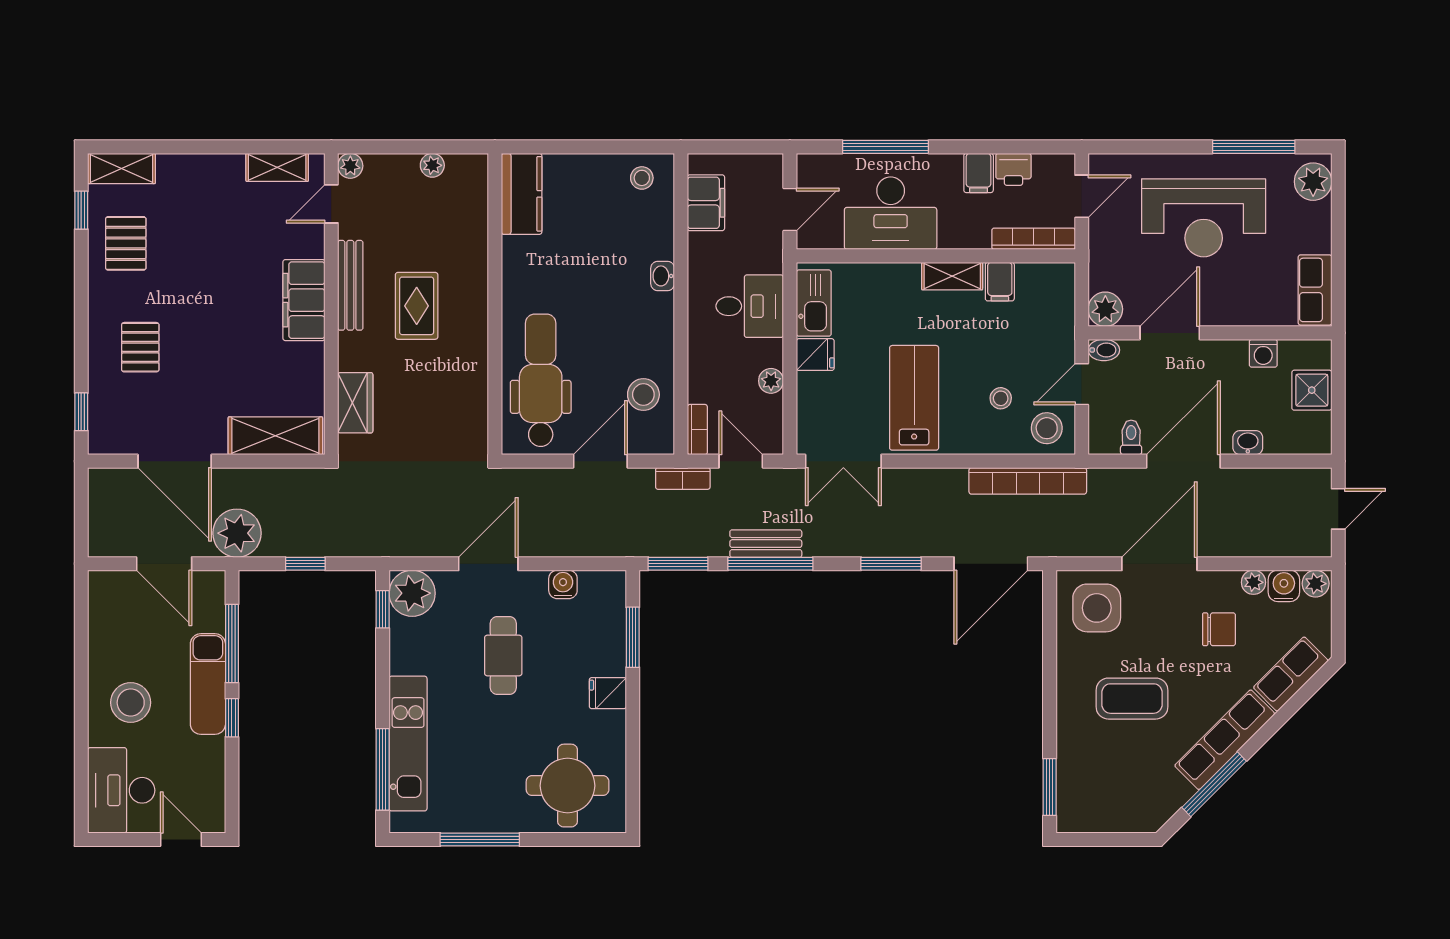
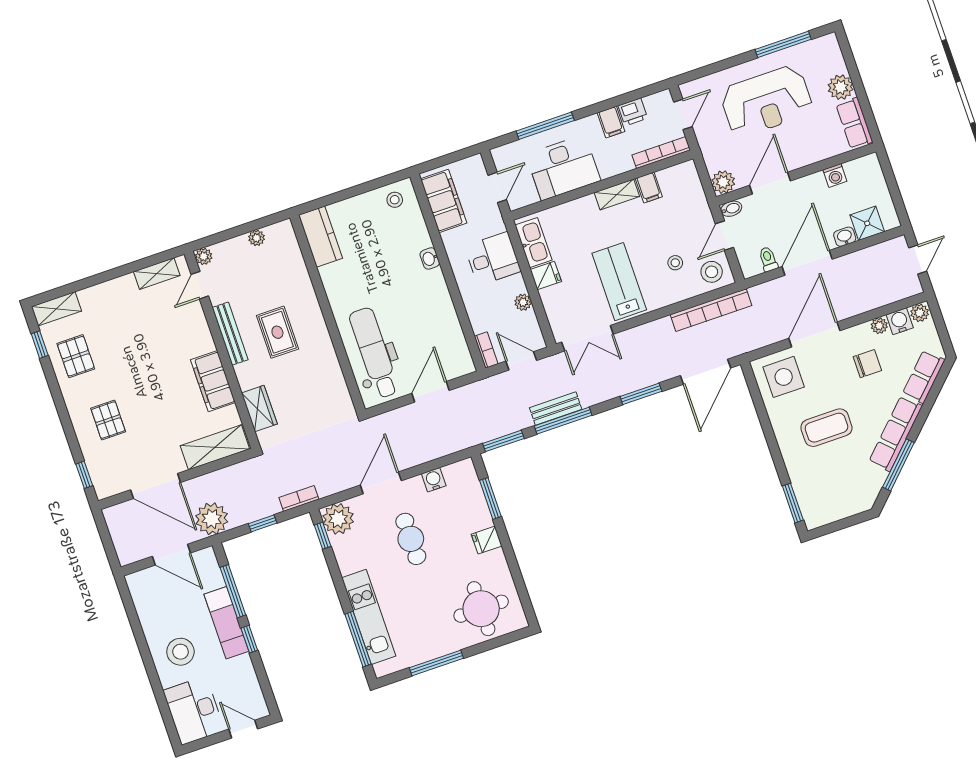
plant: (1313, 182) -> (841, 87), moved
filing cabinet: (706, 203) -> (444, 201), width x1.50, depth x1.17
filing cabinet: (304, 300) -> (213, 381), moved
shower: (1312, 390) -> (867, 223), moved
stool: (643, 395) -> (444, 339), removed
bookcase: (683, 478) -> (299, 498), moved, turned 180

